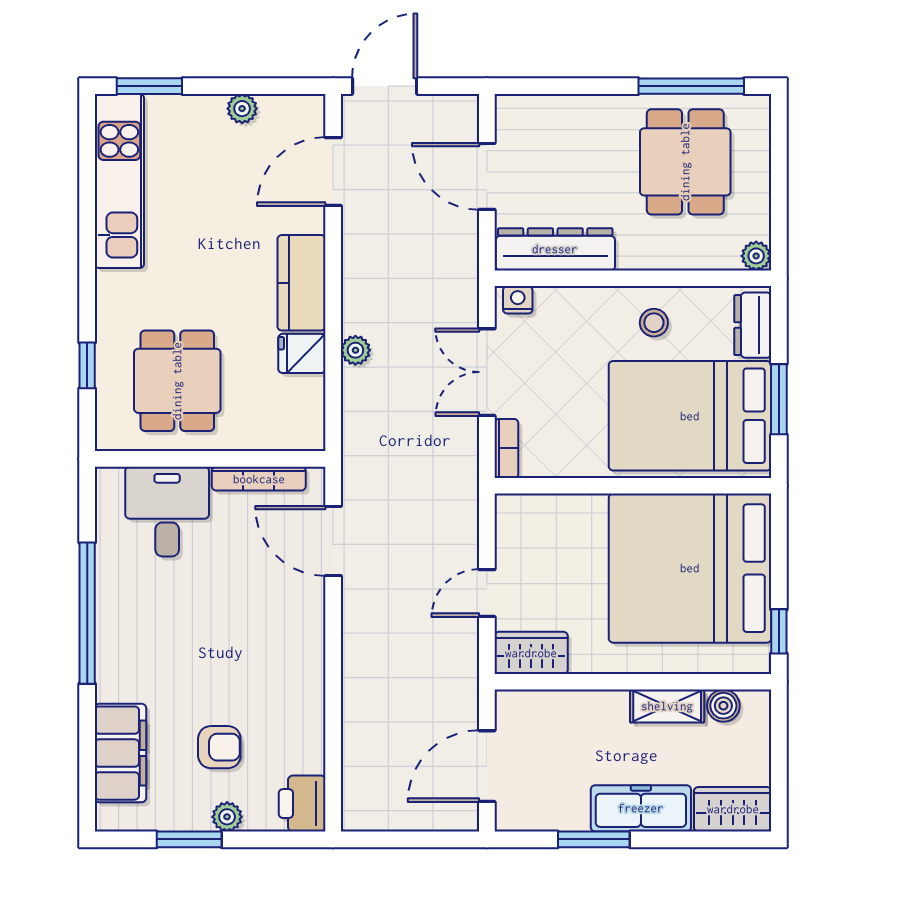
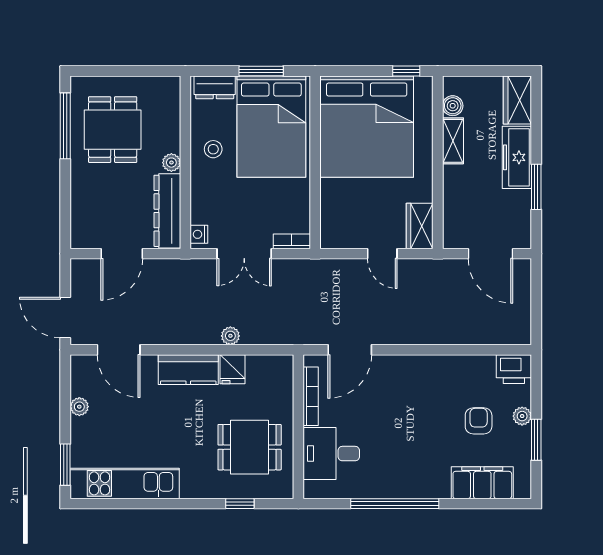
dining table: (685, 162) -> (113, 130), turned 90
plant: (756, 256) -> (171, 163), moved

